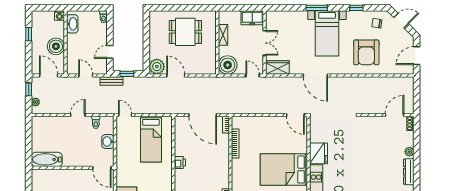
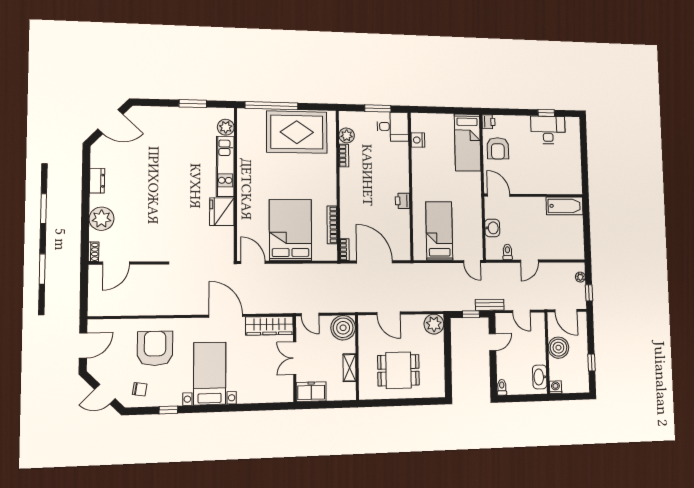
window: (317, 8) -> (224, 408), removed
wardrobe: (277, 68) -> (269, 326), width x1.50
door: (176, 75) -> (389, 313), moved
plant: (409, 152) -> (101, 219), width x1.87, depth x1.87
bed: (284, 169) -> (290, 230), moved, turned -90
dresser: (409, 172) -> (97, 181), width x0.70

